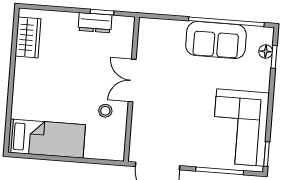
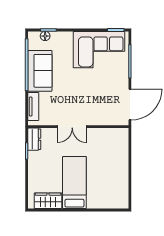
dresser: (95, 23) -> (34, 139), moved
tv unit: (165, 27) -> (33, 107), added
stool: (105, 111) -> (94, 144), removed
bed: (47, 139) -> (74, 183), moved

